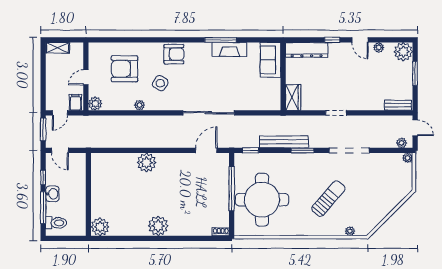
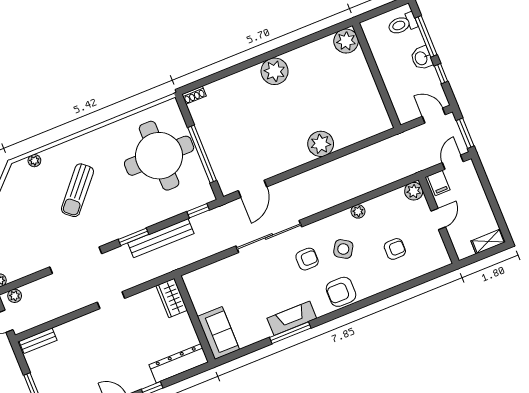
fireplace: (230, 50) -> (292, 318), moved
armchair: (124, 69) -> (395, 249), width x0.53, depth x0.53
armchair: (188, 86) -> (307, 259), added

